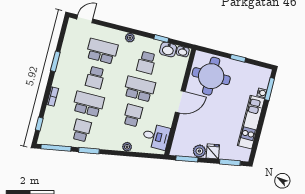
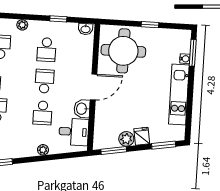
washbasin: (168, 50) -> (82, 109), moved, turned 90
school desk: (140, 89) -> (45, 81), width x0.54
school desk: (133, 115) -> (43, 113), turned 180

